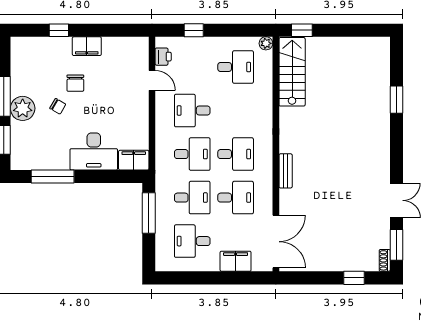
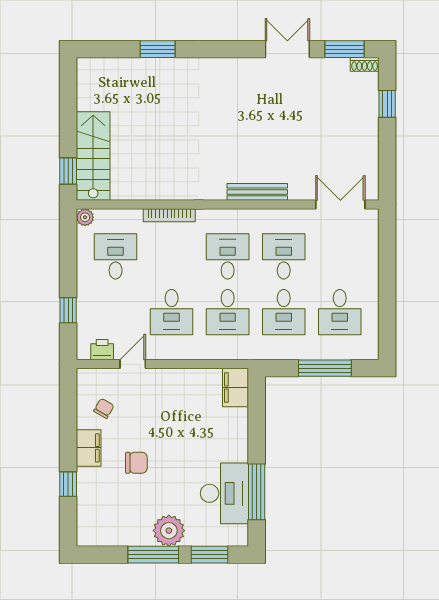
stairs: (292, 72) -> (93, 156), moved, turned 90
chair: (58, 106) -> (104, 408), moved
bookcase: (267, 109) -> (169, 215), added
desk: (94, 152) -> (224, 493), moved
desk: (192, 154) -> (228, 312), turned 180
bench: (286, 171) -> (257, 192), width x1.36
desk: (192, 198) -> (284, 312), turned 180
window: (149, 213) -> (325, 368), moved
double door: (276, 242) -> (340, 205), width x0.73
filing cabinet: (236, 261) -> (366, 256), removed

